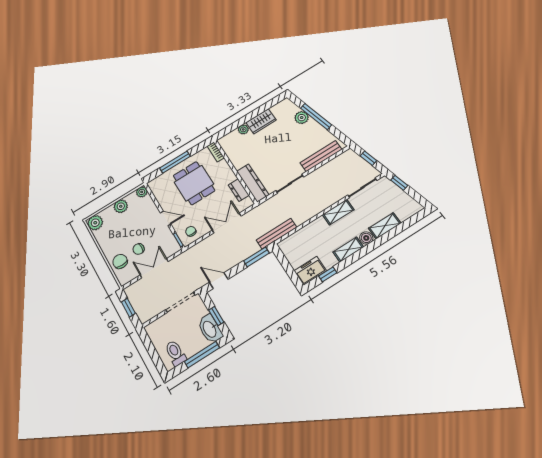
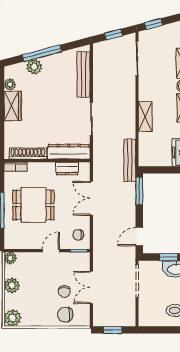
plant: (243, 129) -> (10, 84), moved
shoe rack: (232, 154) -> (28, 153), added
shelving: (338, 212) -> (145, 117), moved

